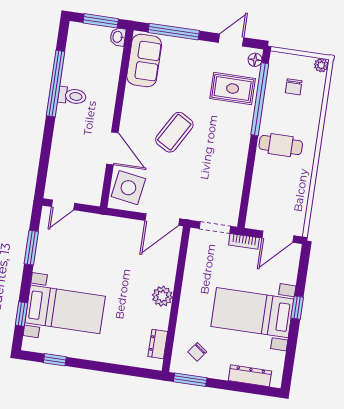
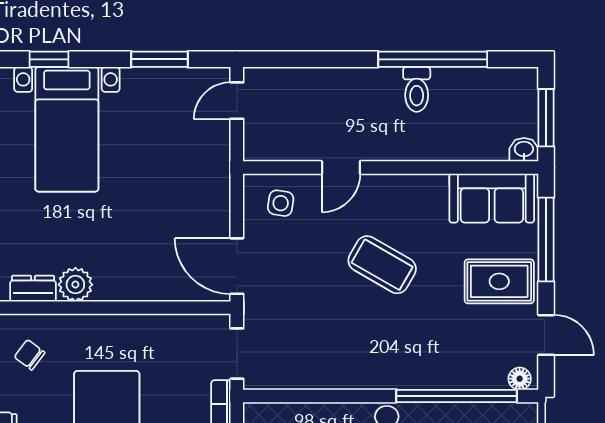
rug: (233, 89) -> (499, 281), moved, turned 90
door: (112, 148) -> (341, 167), width x0.73
side table: (128, 188) -> (281, 203), width x0.54, depth x0.54
door: (63, 205) -> (237, 101), hinge flipped
plant: (162, 296) -> (75, 285), moved

